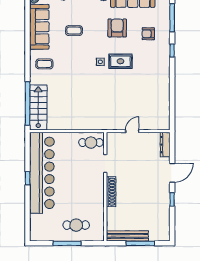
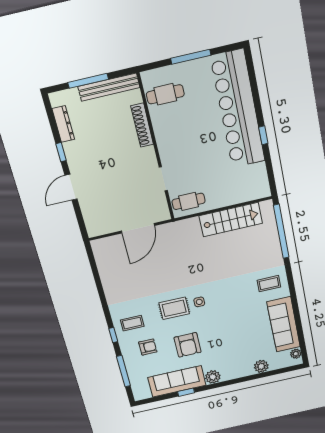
coffee table: (74, 31) -> (132, 323), moved
stairs: (38, 107) -> (231, 220), moved, turned -90
door: (132, 131) -> (138, 228), width x1.87
dresser: (165, 145) -> (63, 124), moved
bar counter: (42, 173) -> (238, 109), moved
shoe rack: (111, 192) -> (142, 125), moved
cafe table: (76, 225) -> (165, 94), moved

